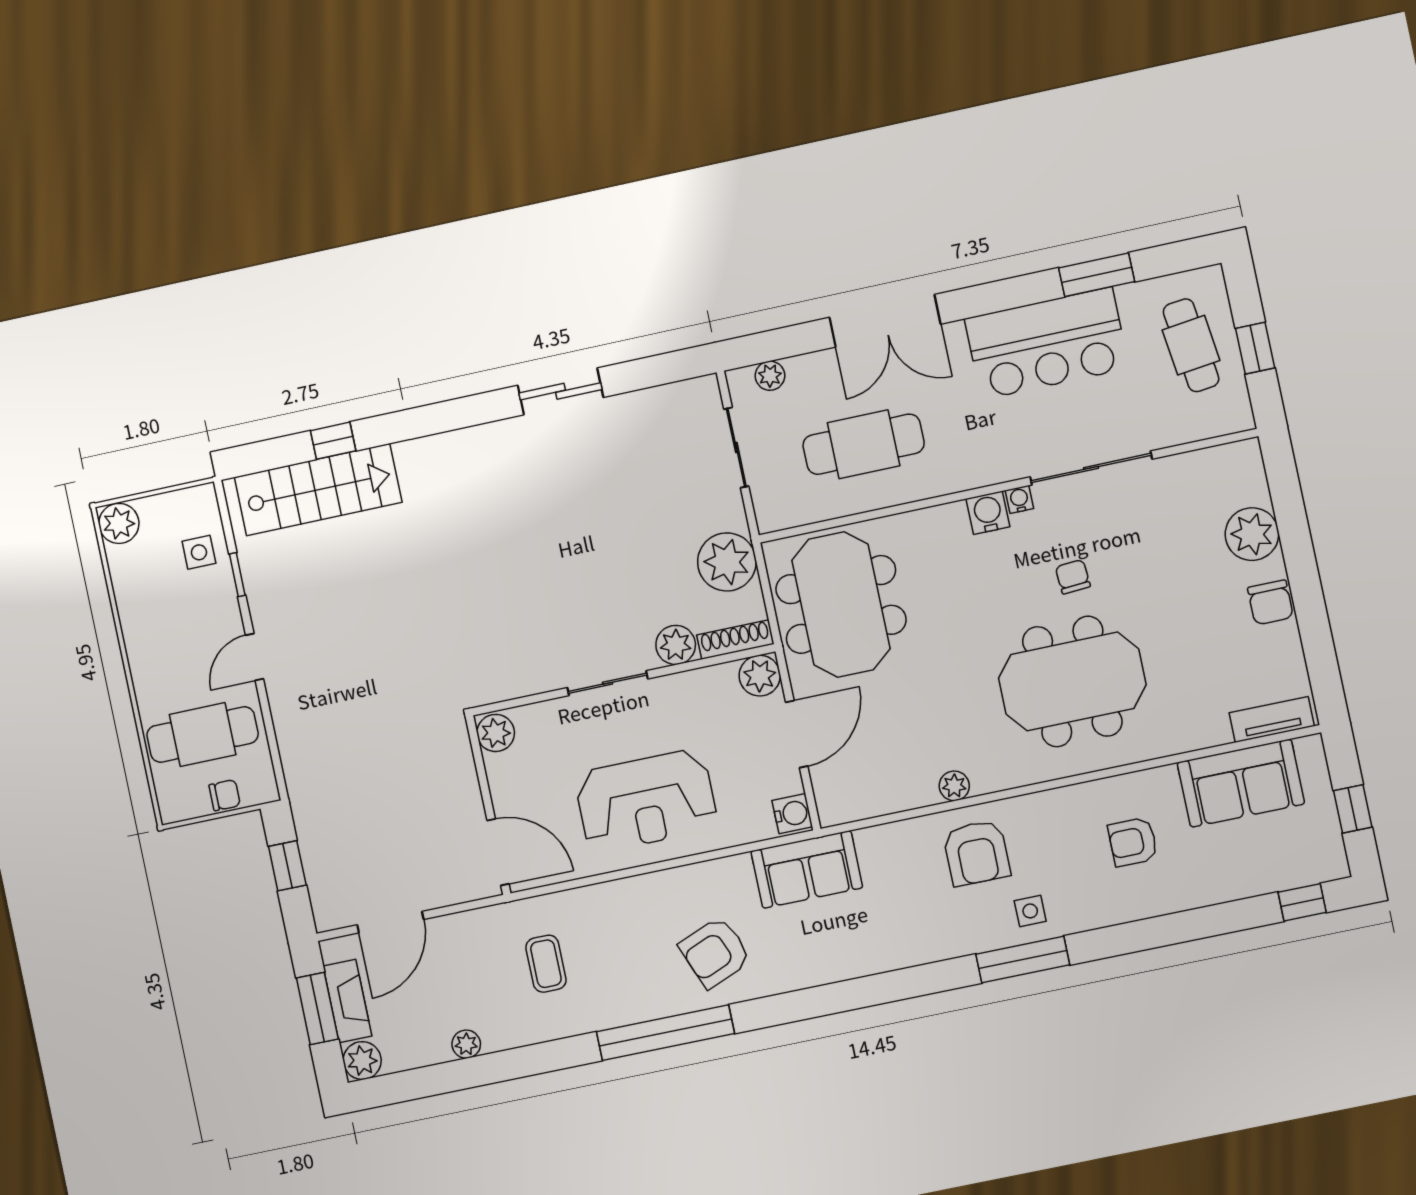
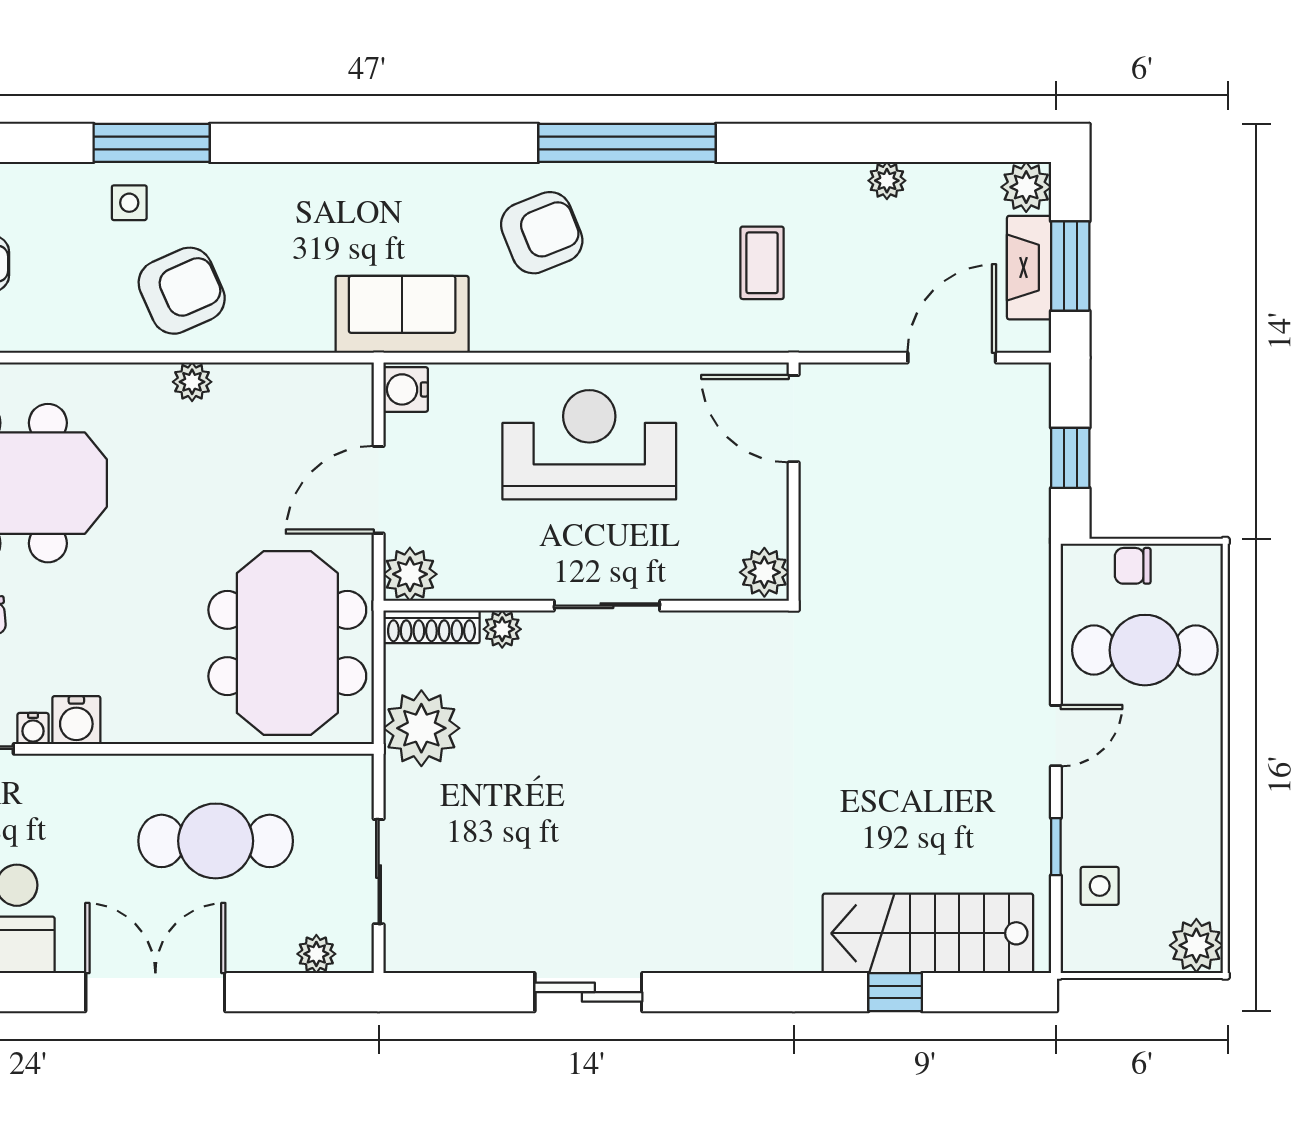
plant: (676, 645) -> (502, 629), width x0.73, depth x0.73
armchair: (977, 853) -> (182, 291), turned 66

